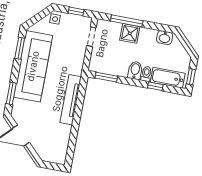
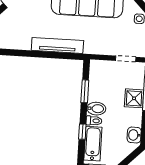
window: (106, 77) -> (85, 91), moved

